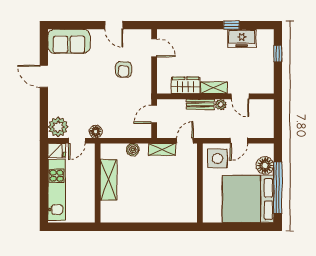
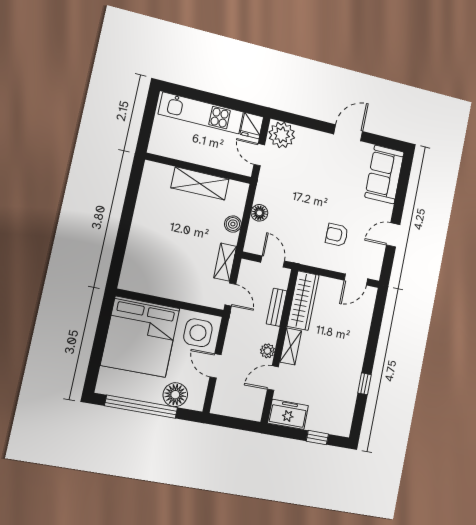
freezer: (242, 38) -> (288, 414), moved, turned 90
wardrobe: (186, 85) -> (303, 301), width x1.50
bench: (200, 104) -> (277, 307), moved
floor lamp: (96, 132) -> (259, 213), moved
bed: (248, 199) -> (140, 337), moved, turned 180

